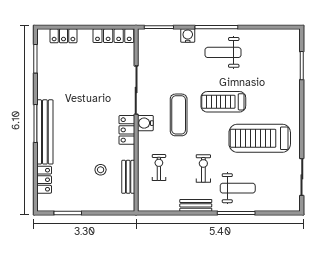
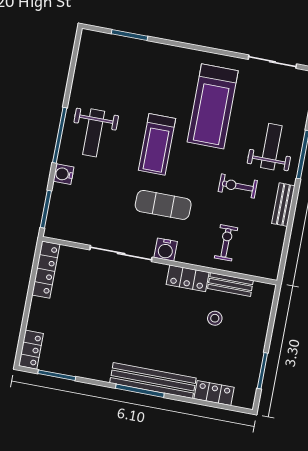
locker: (63, 36) -> (31, 350), moved
locker: (127, 130) -> (188, 278), moved
exercise bike: (159, 168) -> (226, 243), turned 90

